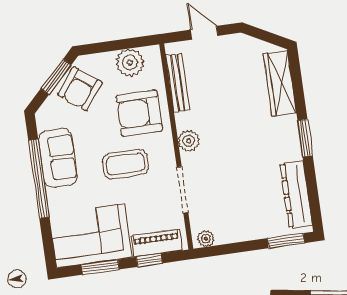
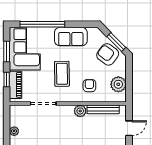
armchair: (139, 113) -> (89, 86), width x0.53, depth x0.53
plant: (189, 141) -> (80, 111), moved
window: (39, 179) -> (42, 24), moved
plant: (206, 239) -> (14, 131), moved

